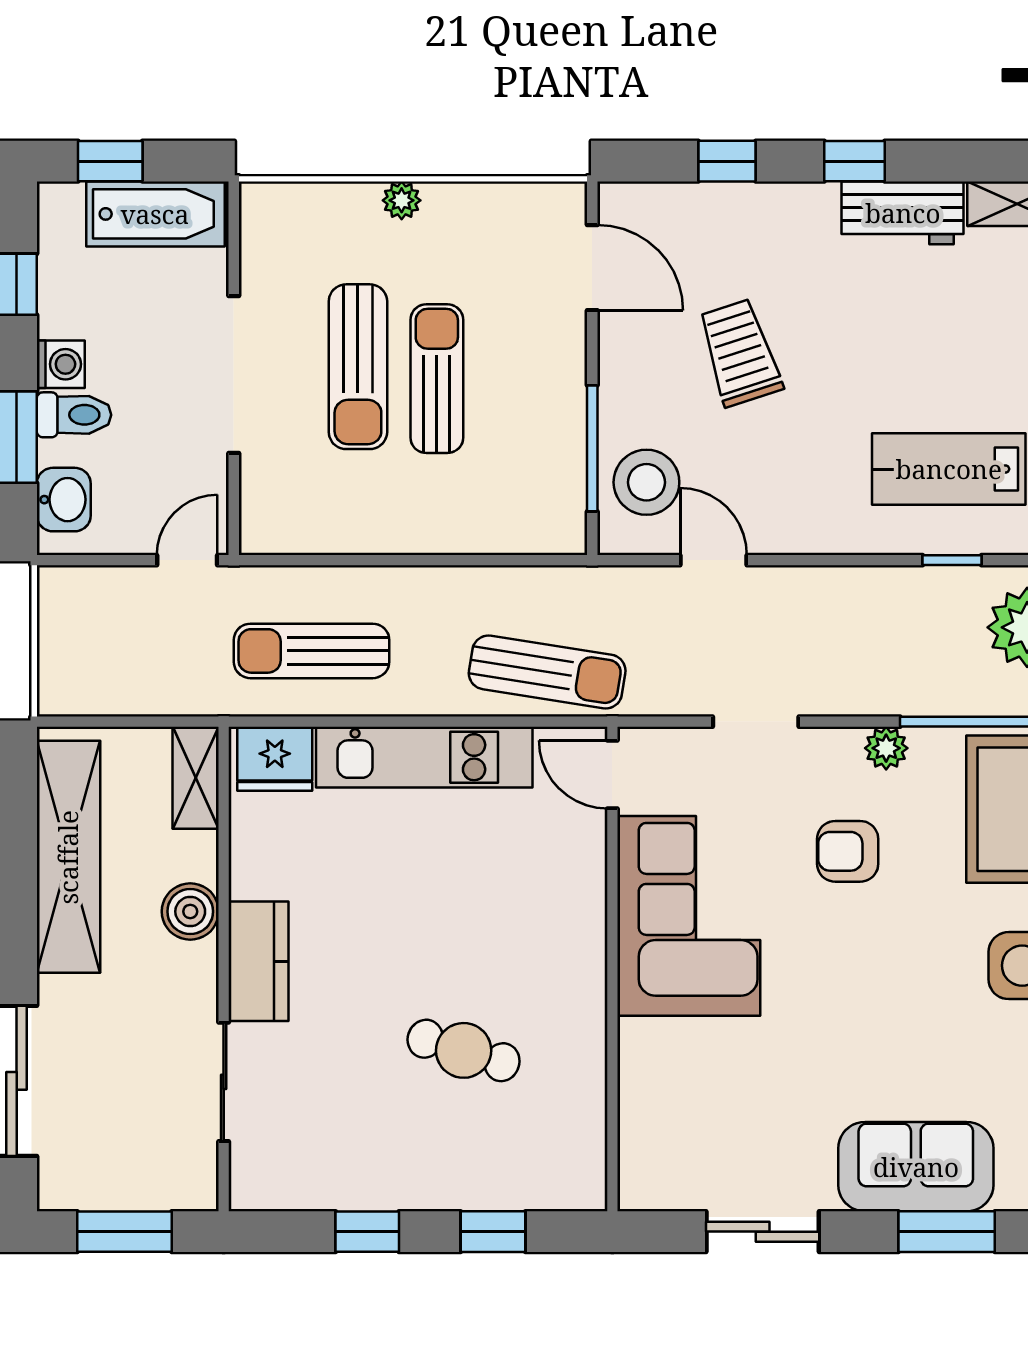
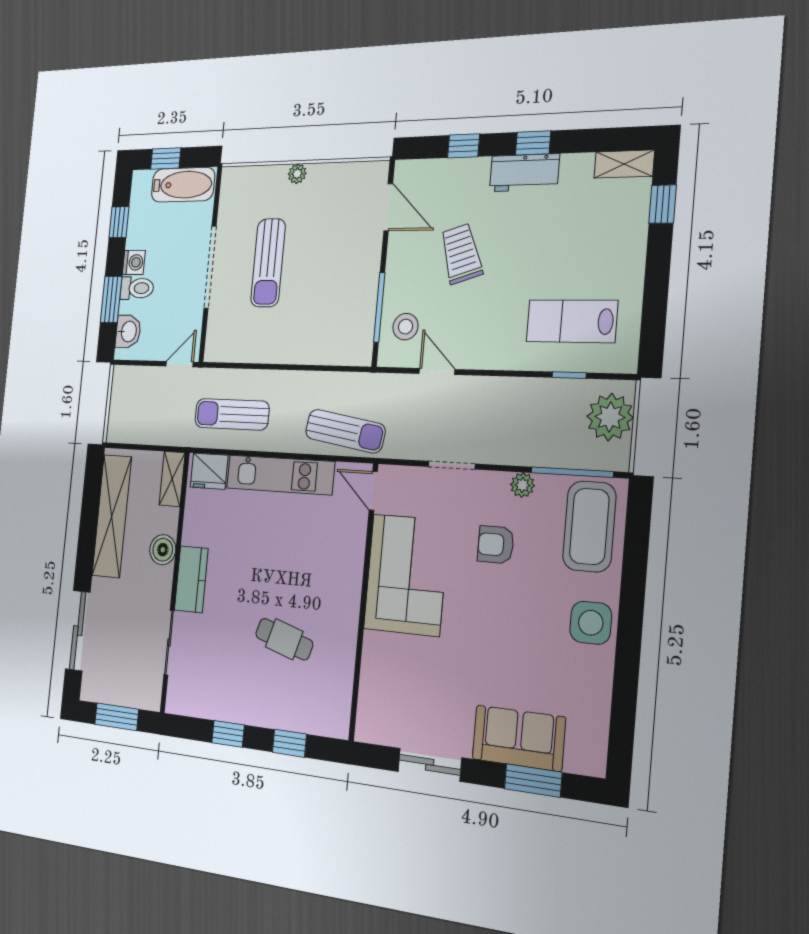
workbench: (903, 213) -> (524, 173), moved
sun lounger: (437, 379) -> (305, 269), removed
stool: (646, 482) -> (405, 327), width x0.73, depth x0.73

